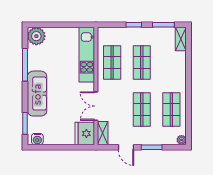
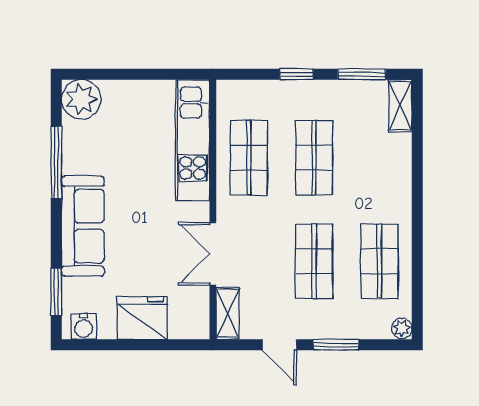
fridge: (85, 133) -> (142, 318), moved, turned 90

